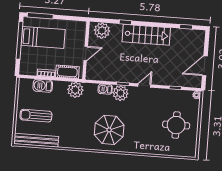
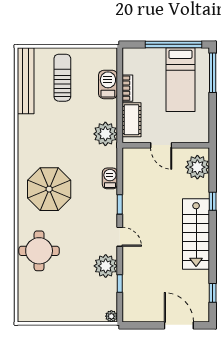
door: (205, 66) -> (179, 325), moved
plant: (120, 93) -> (106, 266), moved
round table: (176, 125) -> (39, 251), moved

